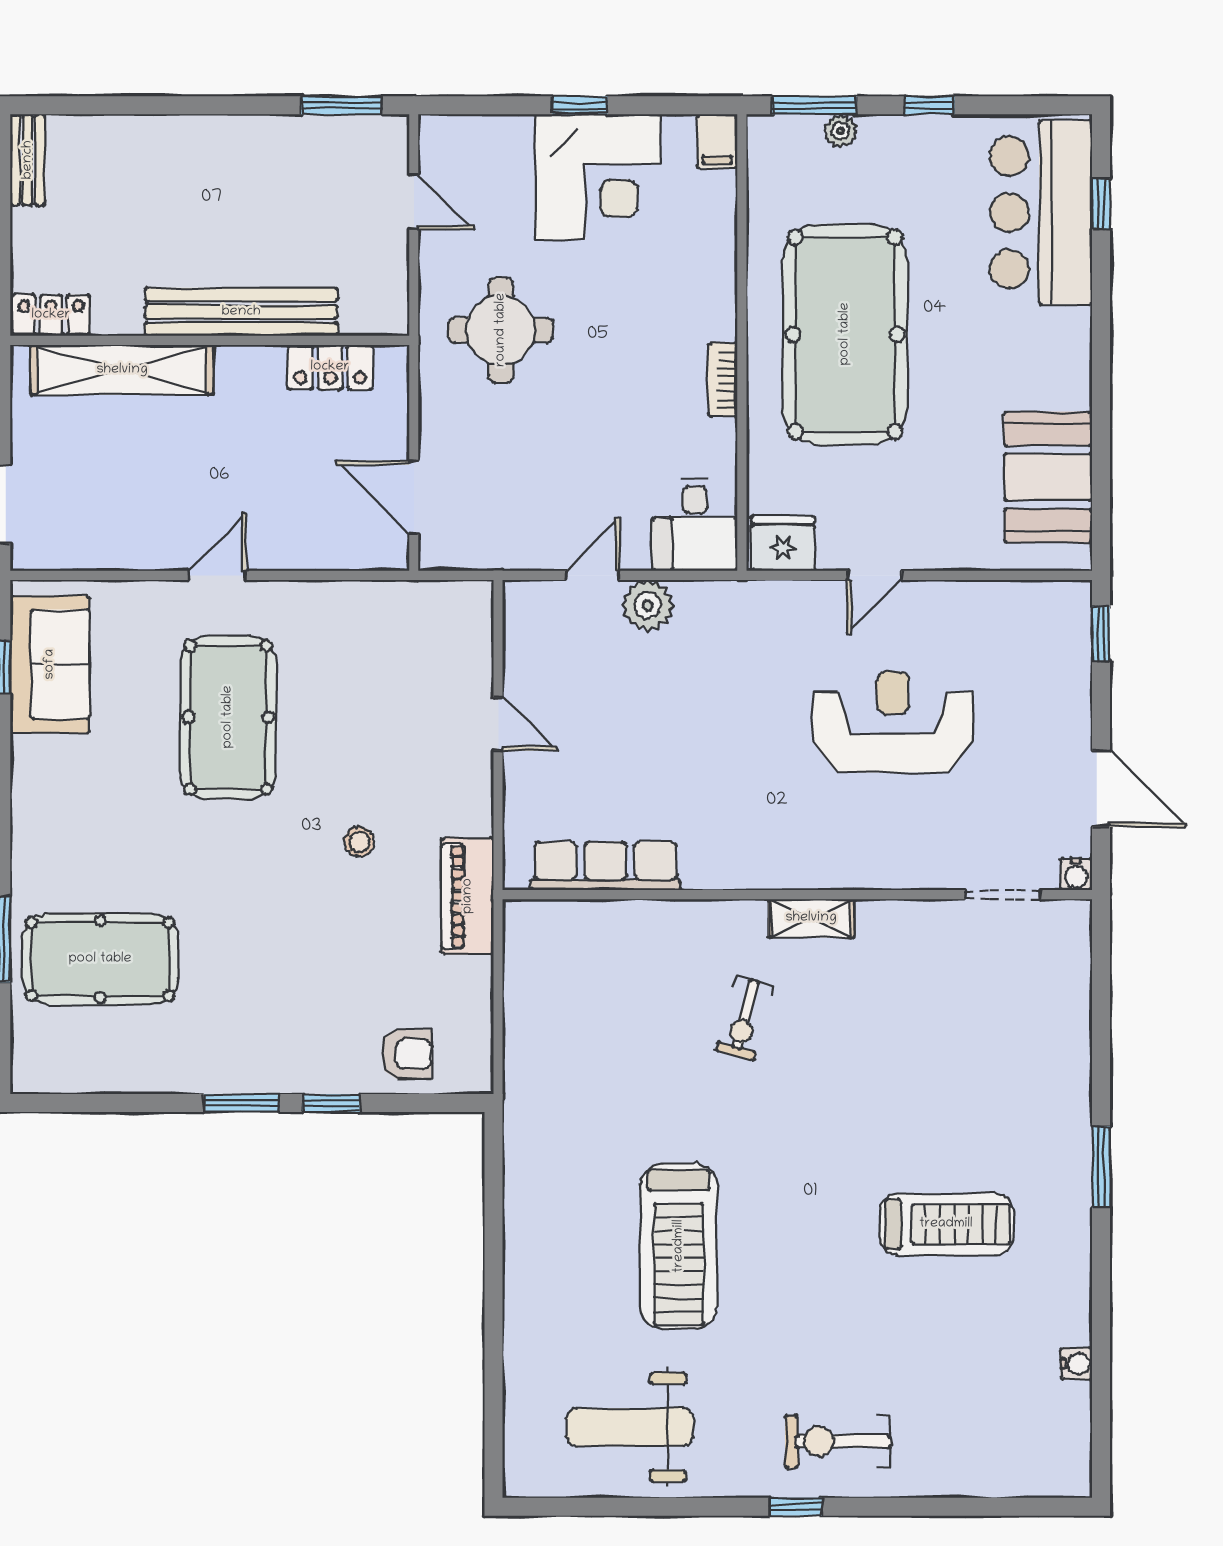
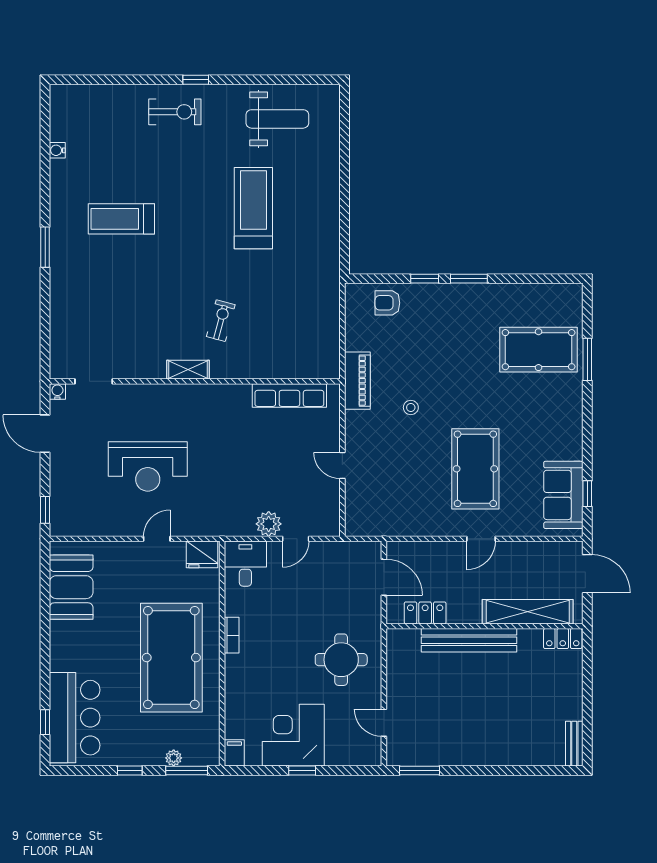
bench: (241, 312) -> (469, 640), moved
locker: (51, 315) -> (563, 639), moved
wall: (210, 340) -> (484, 626), moved
locker: (330, 367) -> (425, 613), moved
shelving: (122, 370) -> (528, 612), moved

